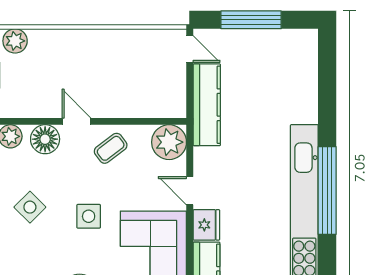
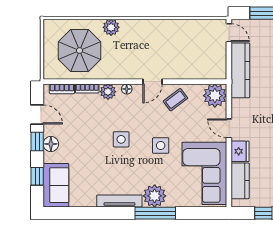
door: (76, 121) -> (152, 82), swing flipped
floor lamp: (45, 139) -> (127, 89), width x0.53, depth x0.53
side table: (30, 207) -> (121, 139), turned 45

